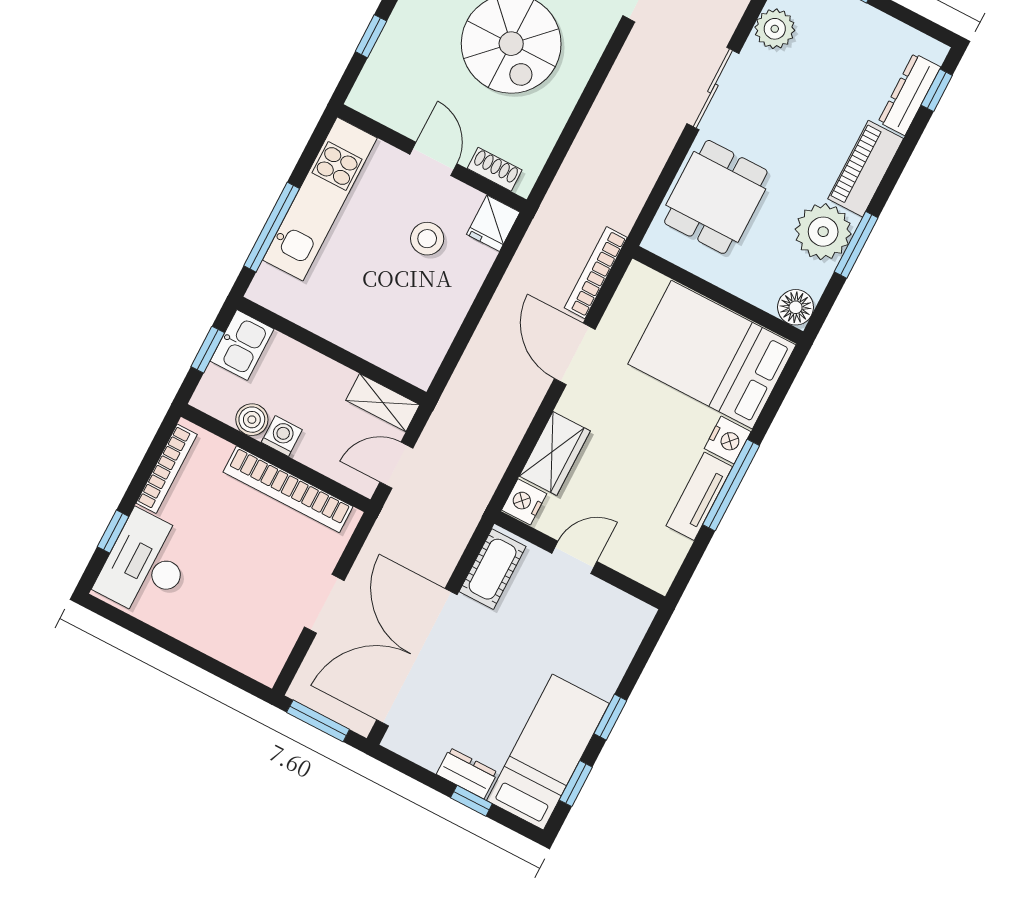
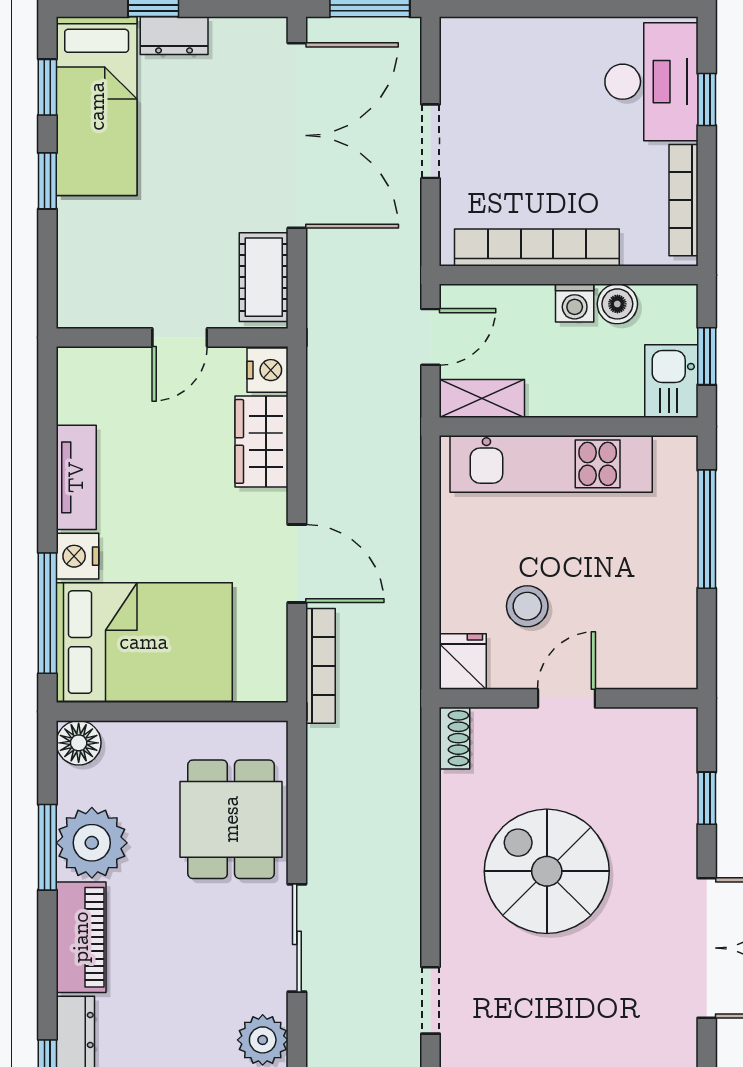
door: (433, 159) -> (566, 698), swing flipped
shoe rack: (495, 169) -> (454, 738), moved, turned -90
kitchen unit: (320, 199) -> (551, 464), moved, turned -90
window: (731, 485) -> (47, 613), moved

